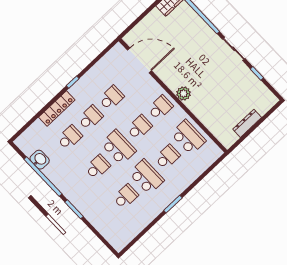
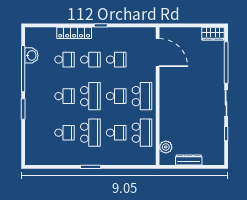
plant: (183, 94) -> (166, 147), moved
school desk: (160, 108) -> (142, 96), width x1.85

